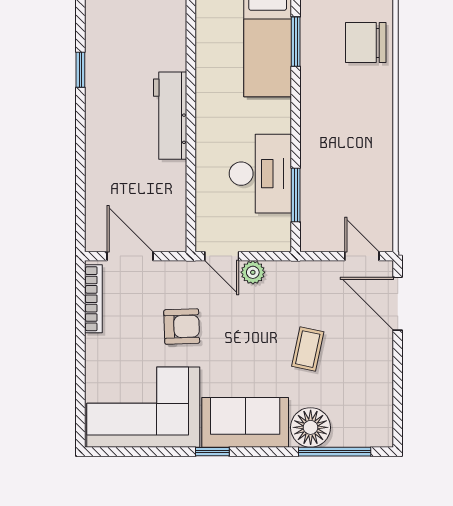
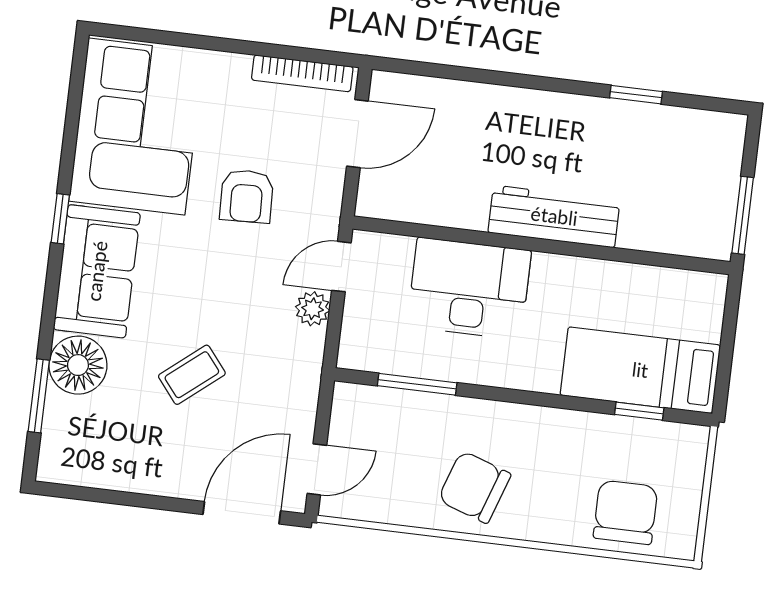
window: (296, 42) -> (639, 411), width x0.67
chair: (361, 147) -> (474, 487), added
desk: (260, 174) -> (469, 288), moved, turned 180
coffee table: (308, 349) -> (192, 375), turned -51
window: (335, 452) -> (39, 396), width x0.69

